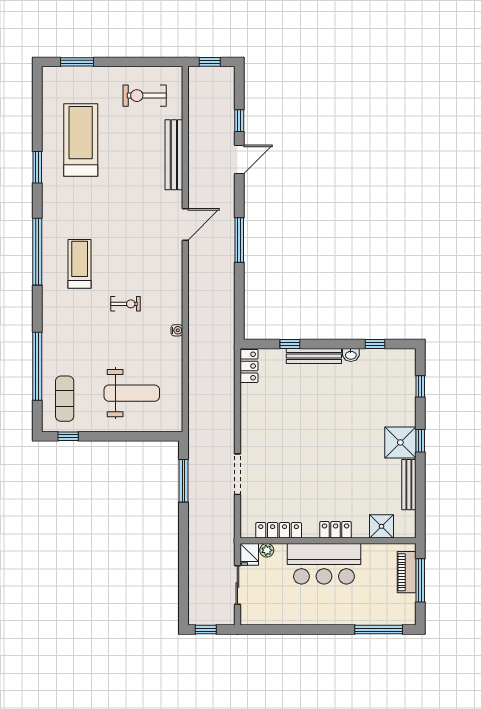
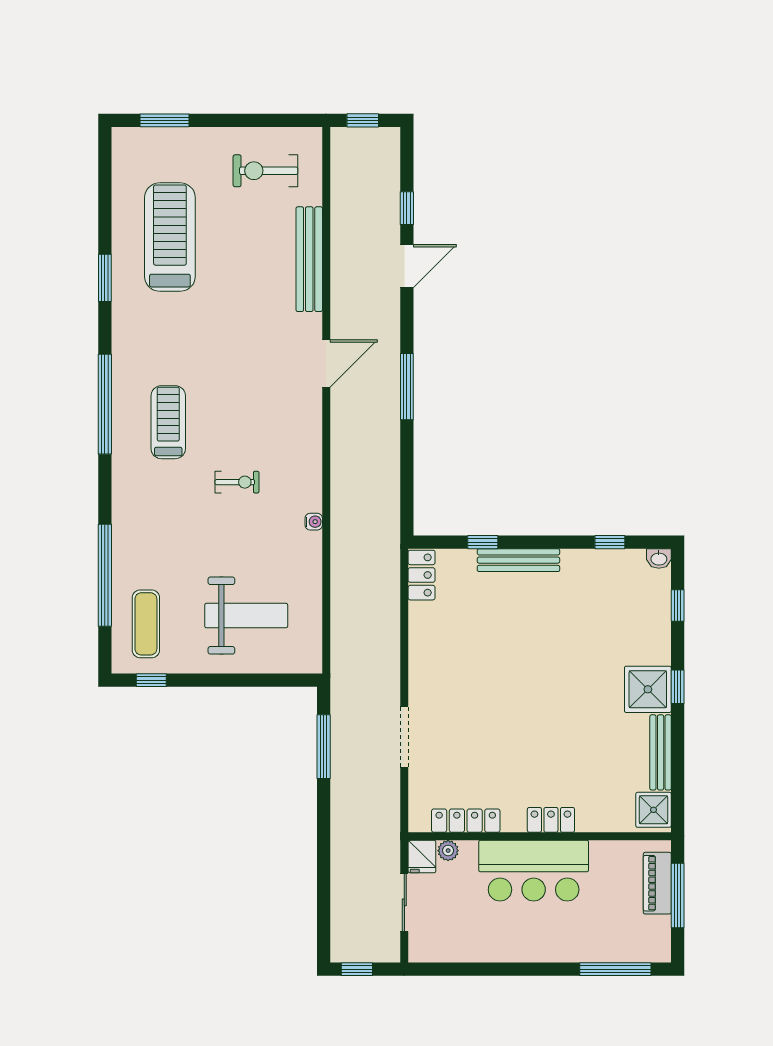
washbasin: (351, 355) -> (659, 558), moved
shower: (381, 526) -> (653, 810), moved

